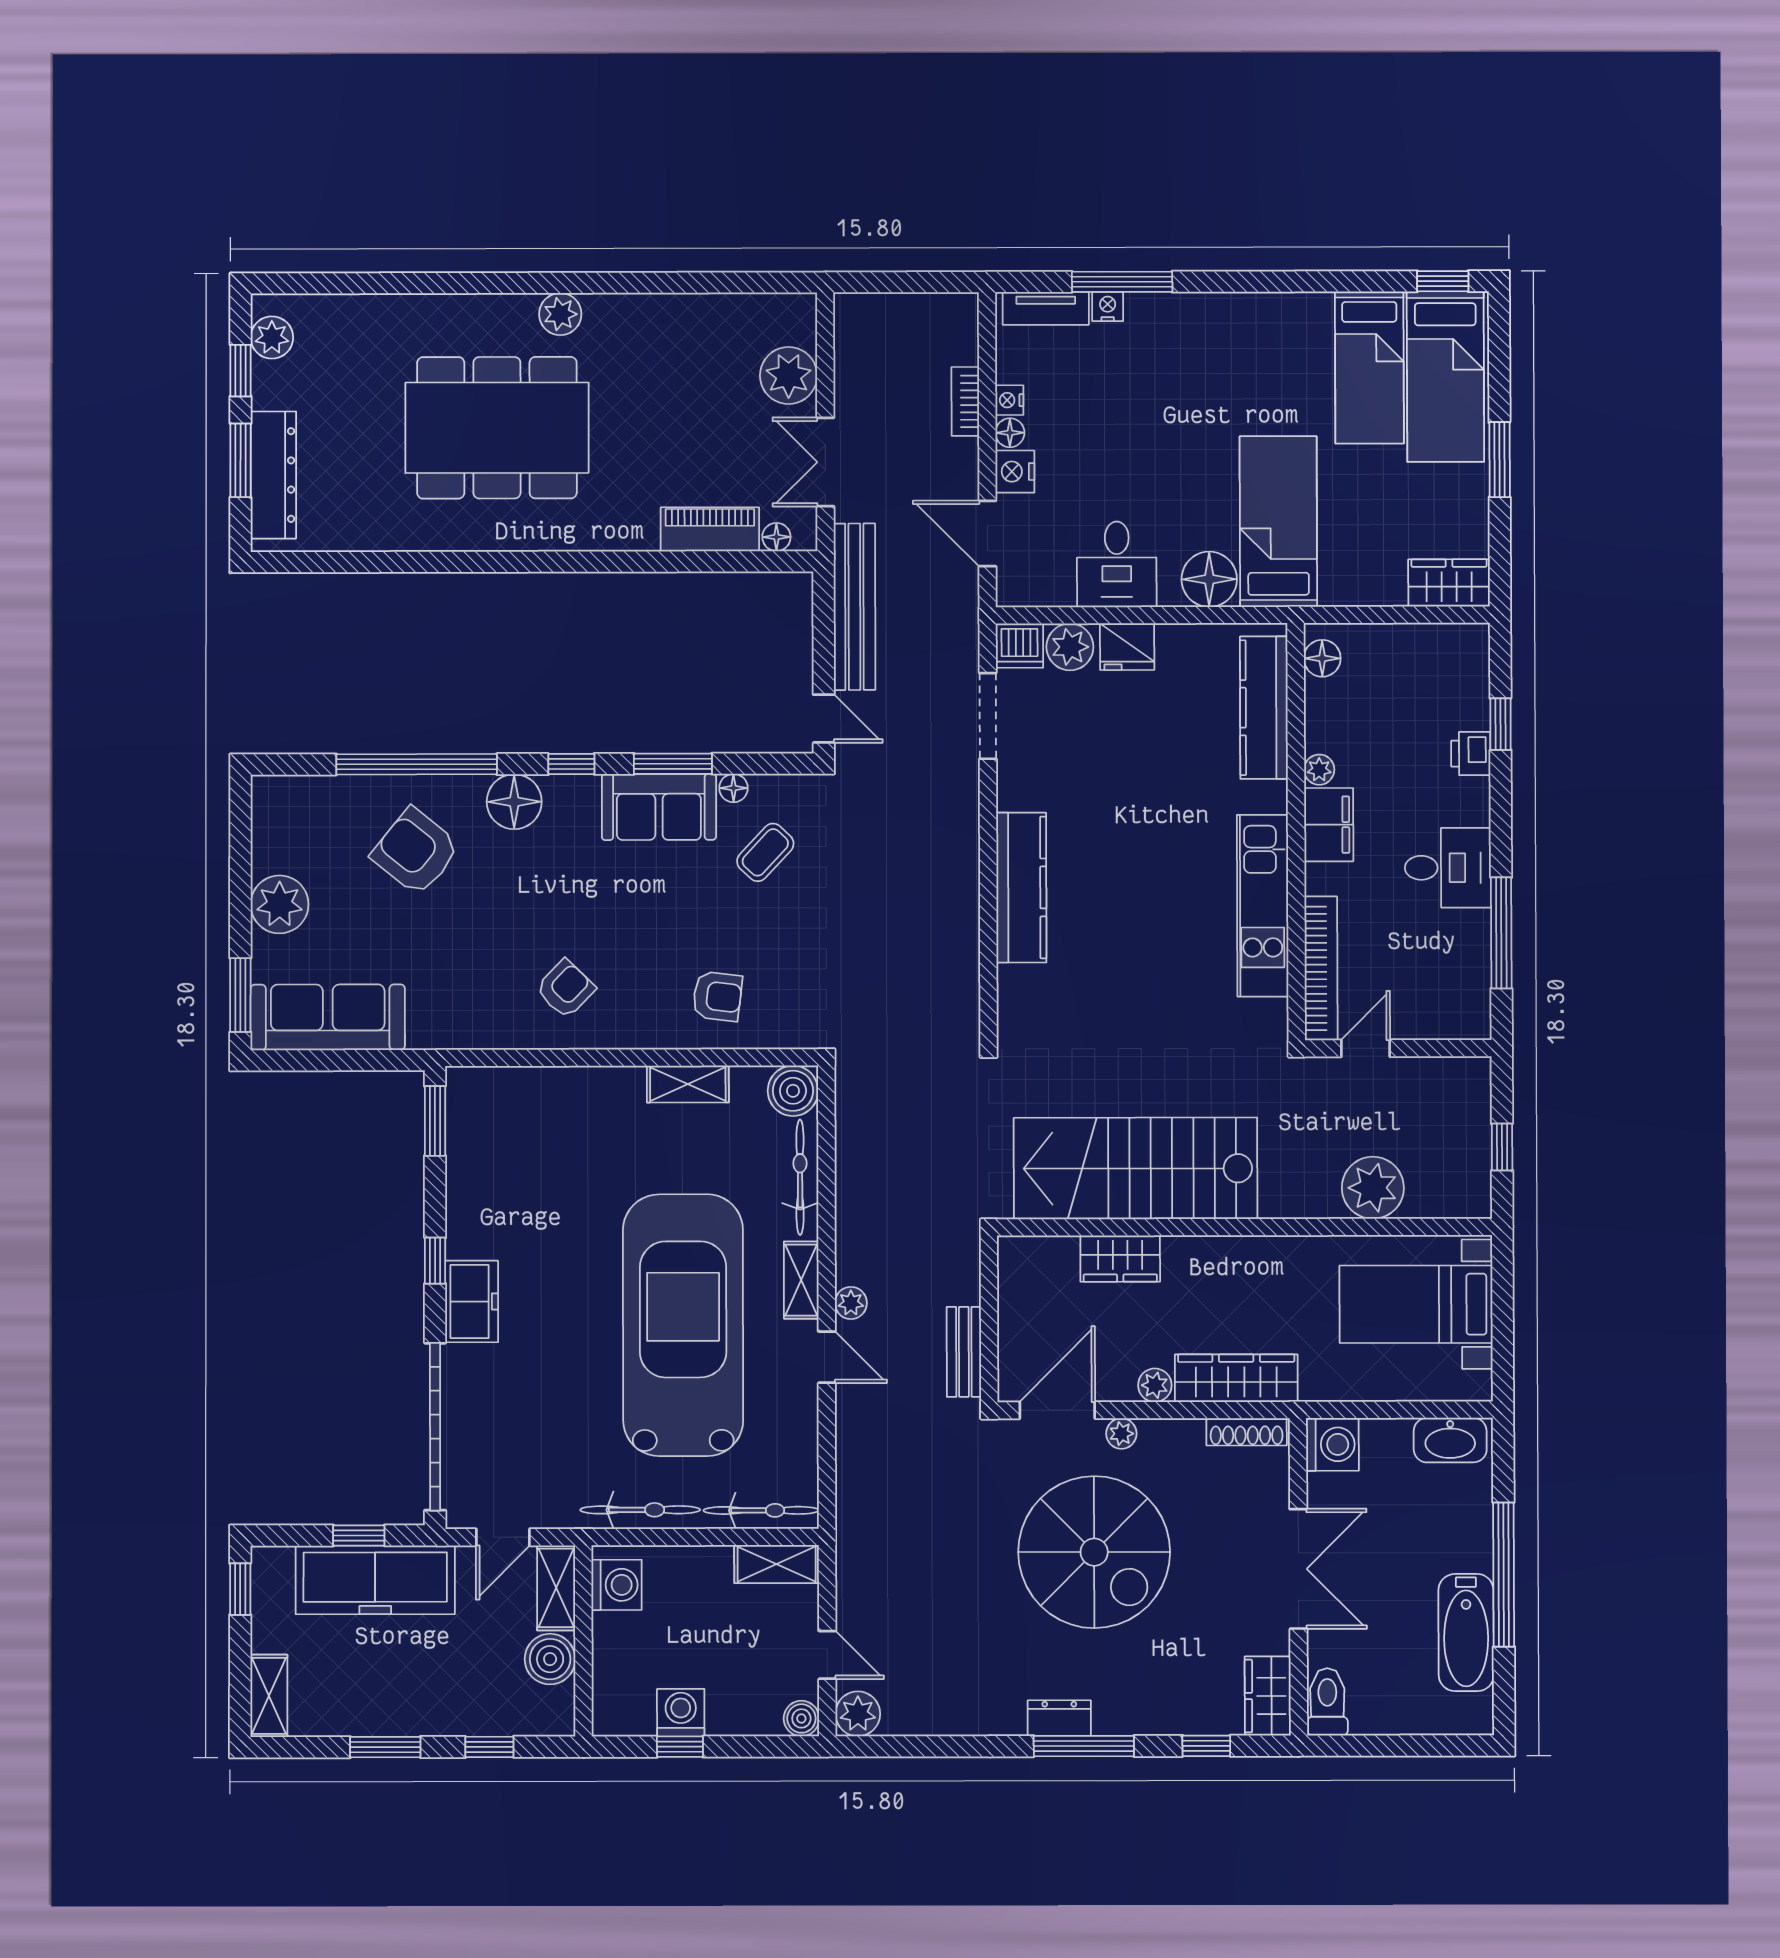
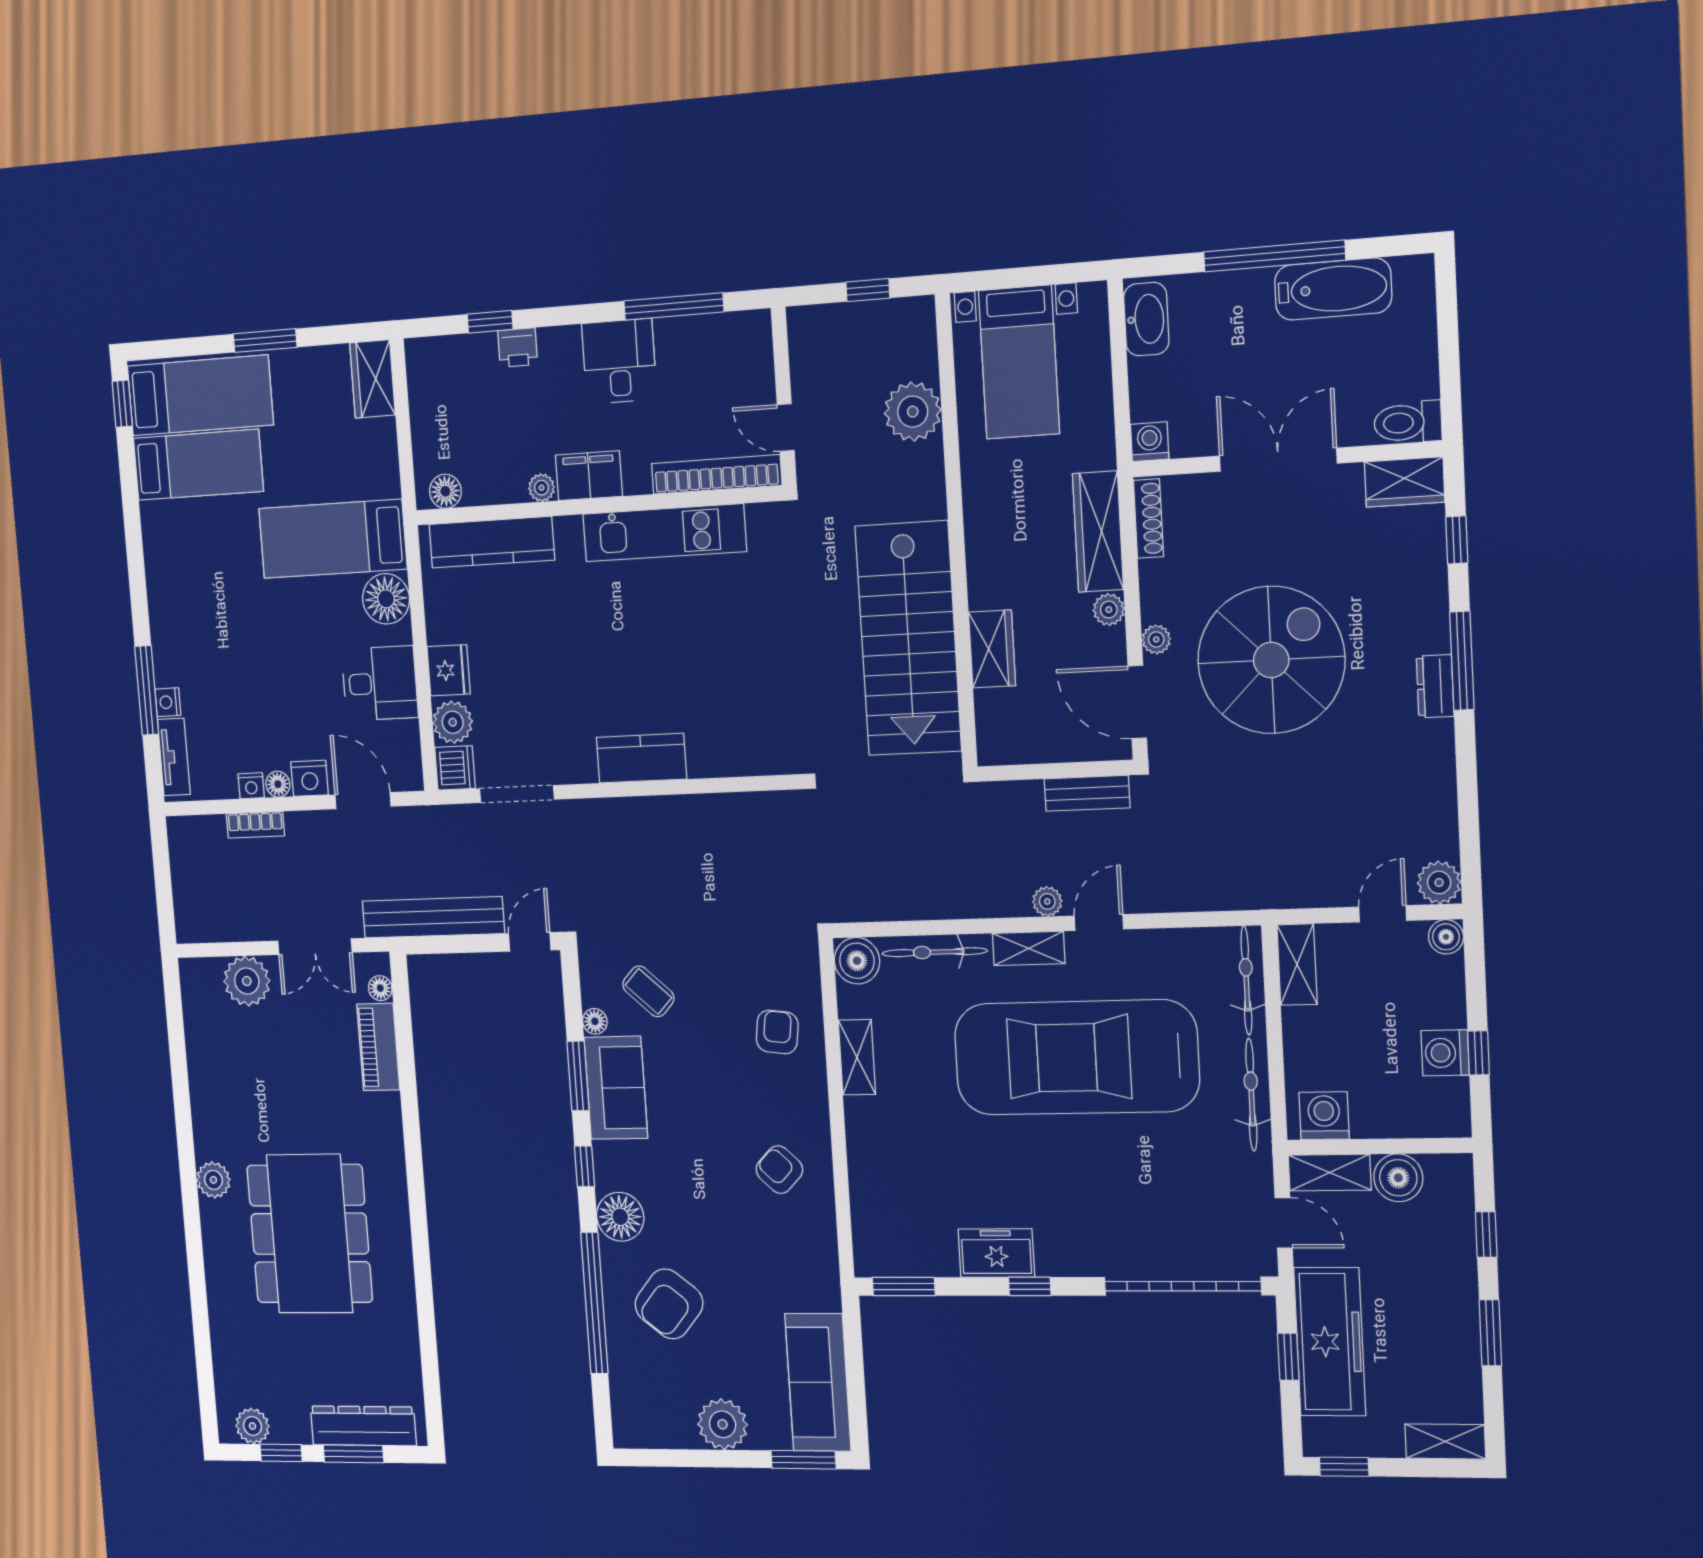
door: (987, 534) -> (363, 801), swing flipped
kitchen counter: (1021, 888) -> (641, 758), width x0.67
freezer: (472, 1301) -> (996, 1253), moved
washing machine: (1332, 1444) -> (1150, 442), width x0.73, depth x0.73

